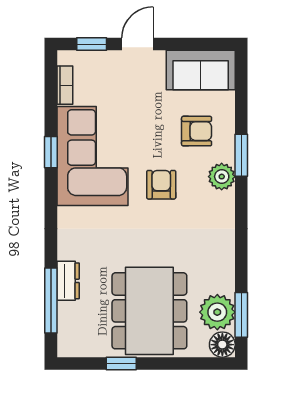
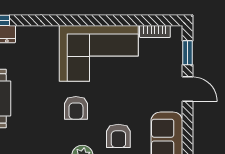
window: (51, 152) -> (102, 20), removed
armchair: (161, 185) -> (76, 108), turned 90

